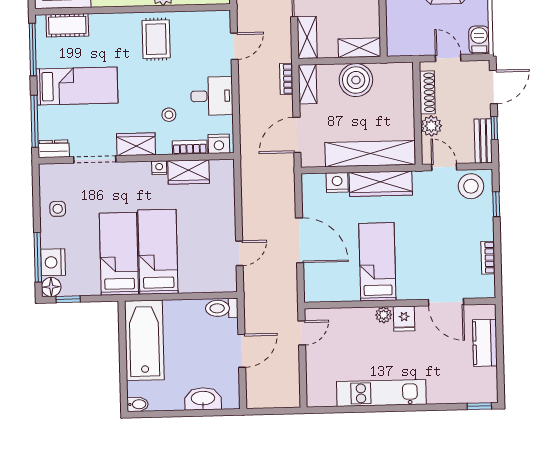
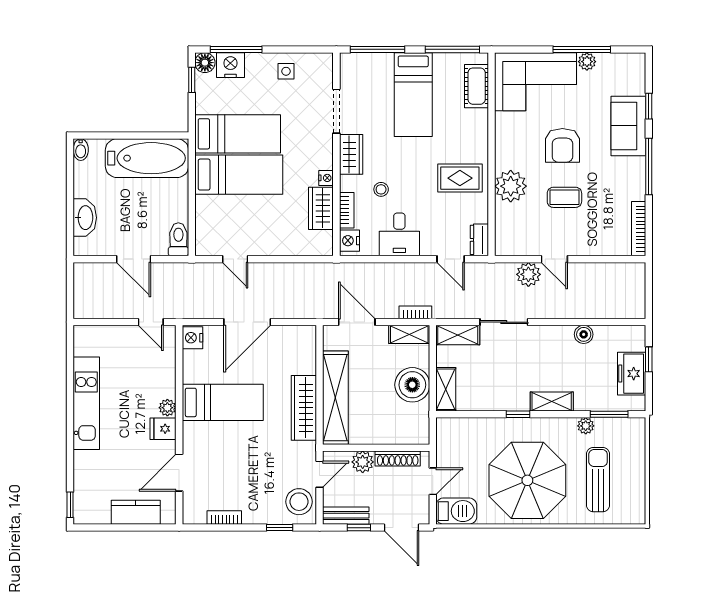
barbecue: (479, 40) -> (456, 511), width x1.38, depth x1.27
dresser: (54, 149) -> (479, 240), moved, turned 180
nightstand: (337, 183) -> (192, 338), moved, turned 180

